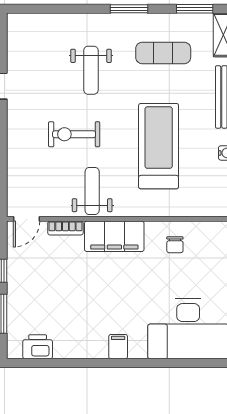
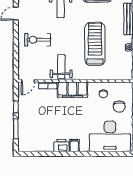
exercise bike: (74, 134) -> (38, 40), moved
chair: (207, 270) -> (119, 107), added
printer: (38, 347) -> (61, 146), moved

